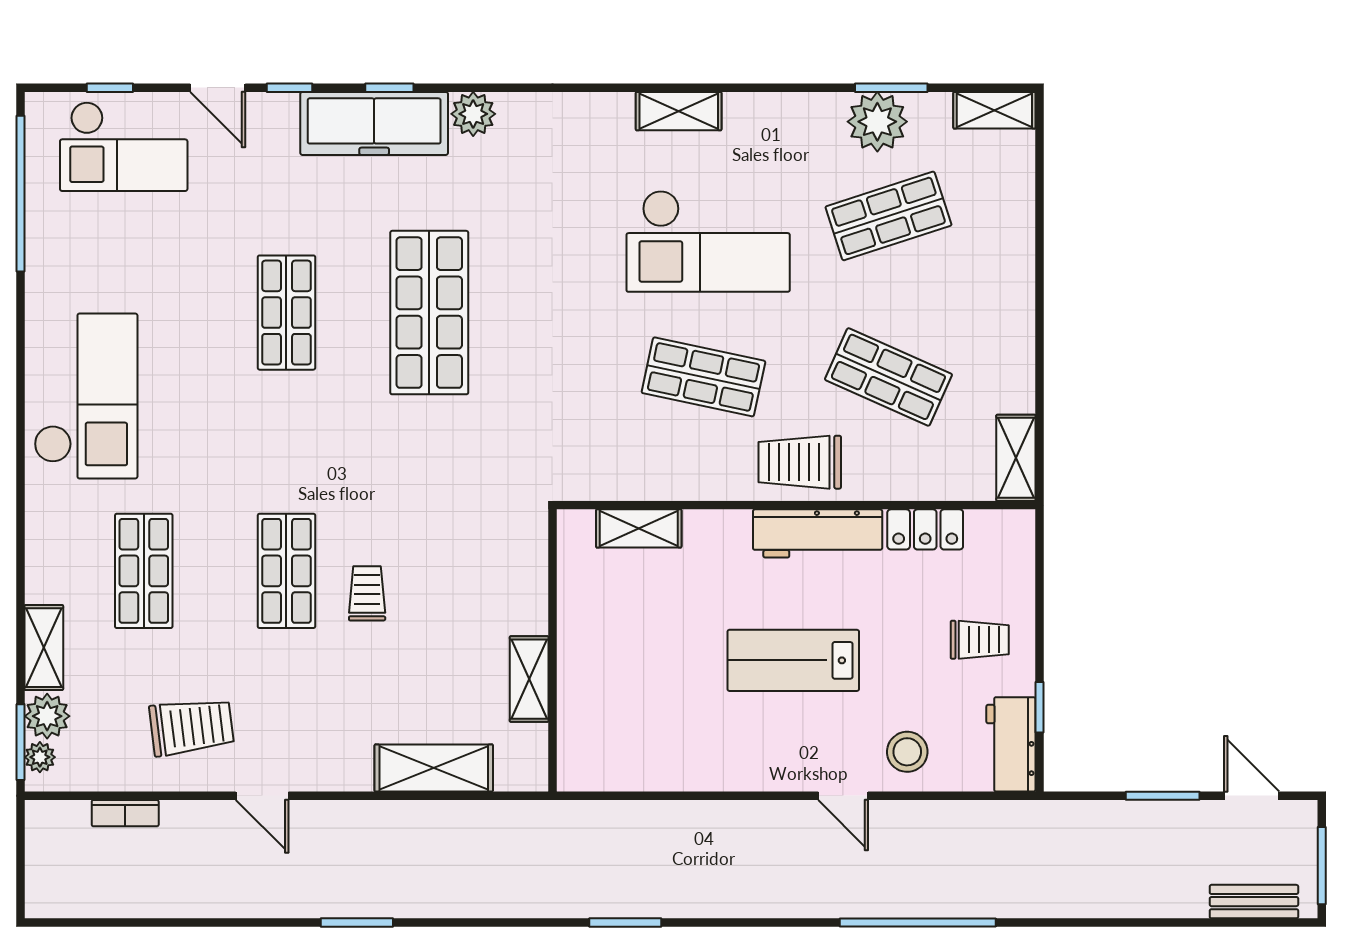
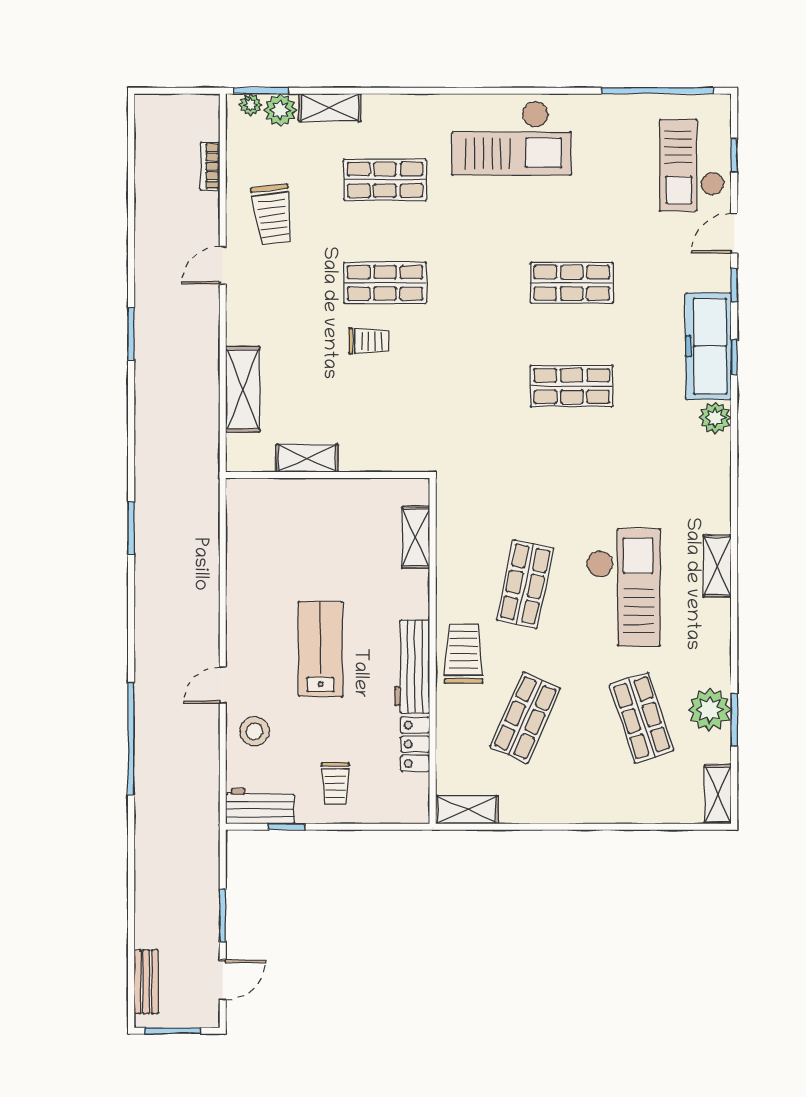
checkout: (708, 241) -> (623, 587), turned 180
shop shelf: (429, 313) -> (572, 386), width x0.70, depth x0.74

